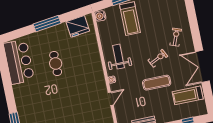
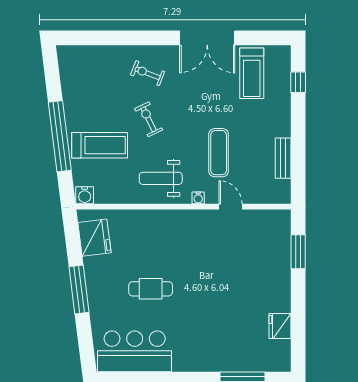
exercise bike: (158, 58) -> (149, 119), moved
exercise mat: (157, 83) -> (219, 153), moved

